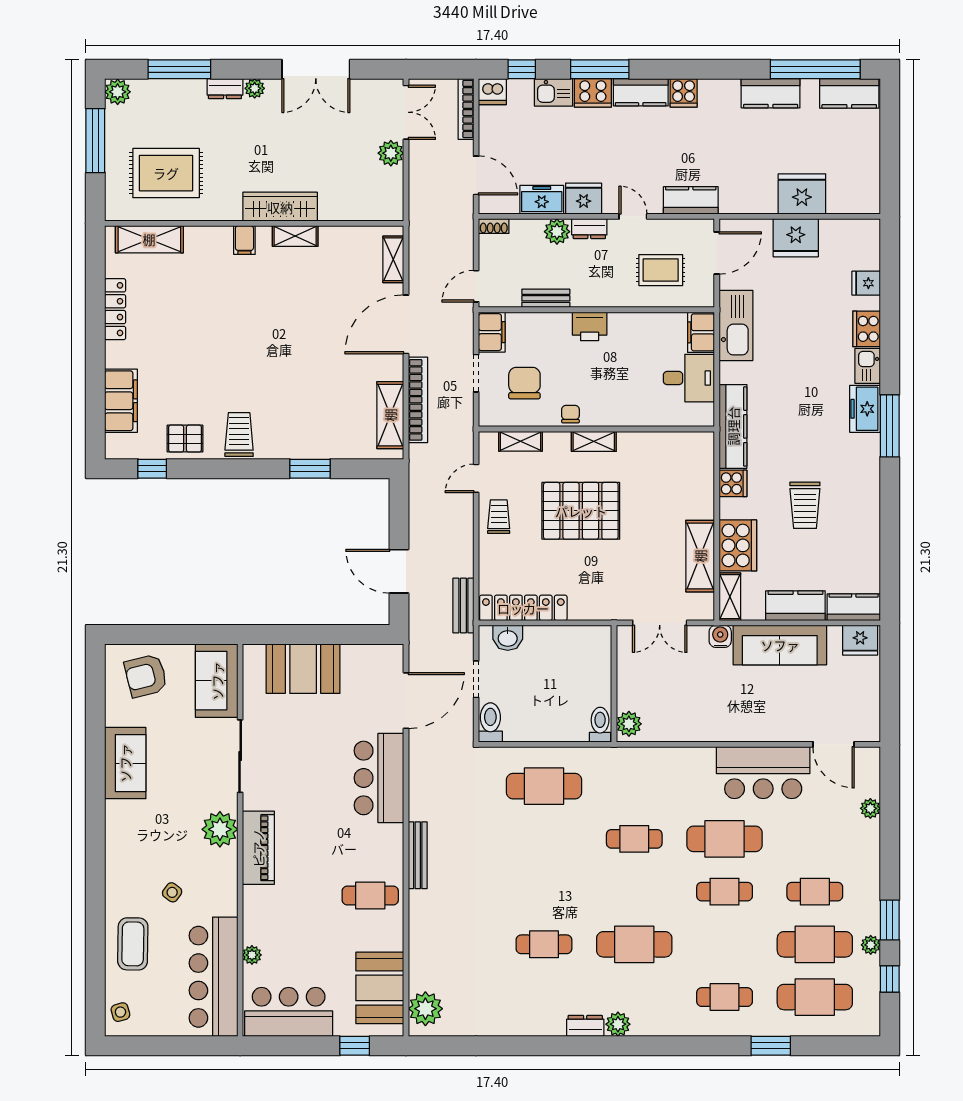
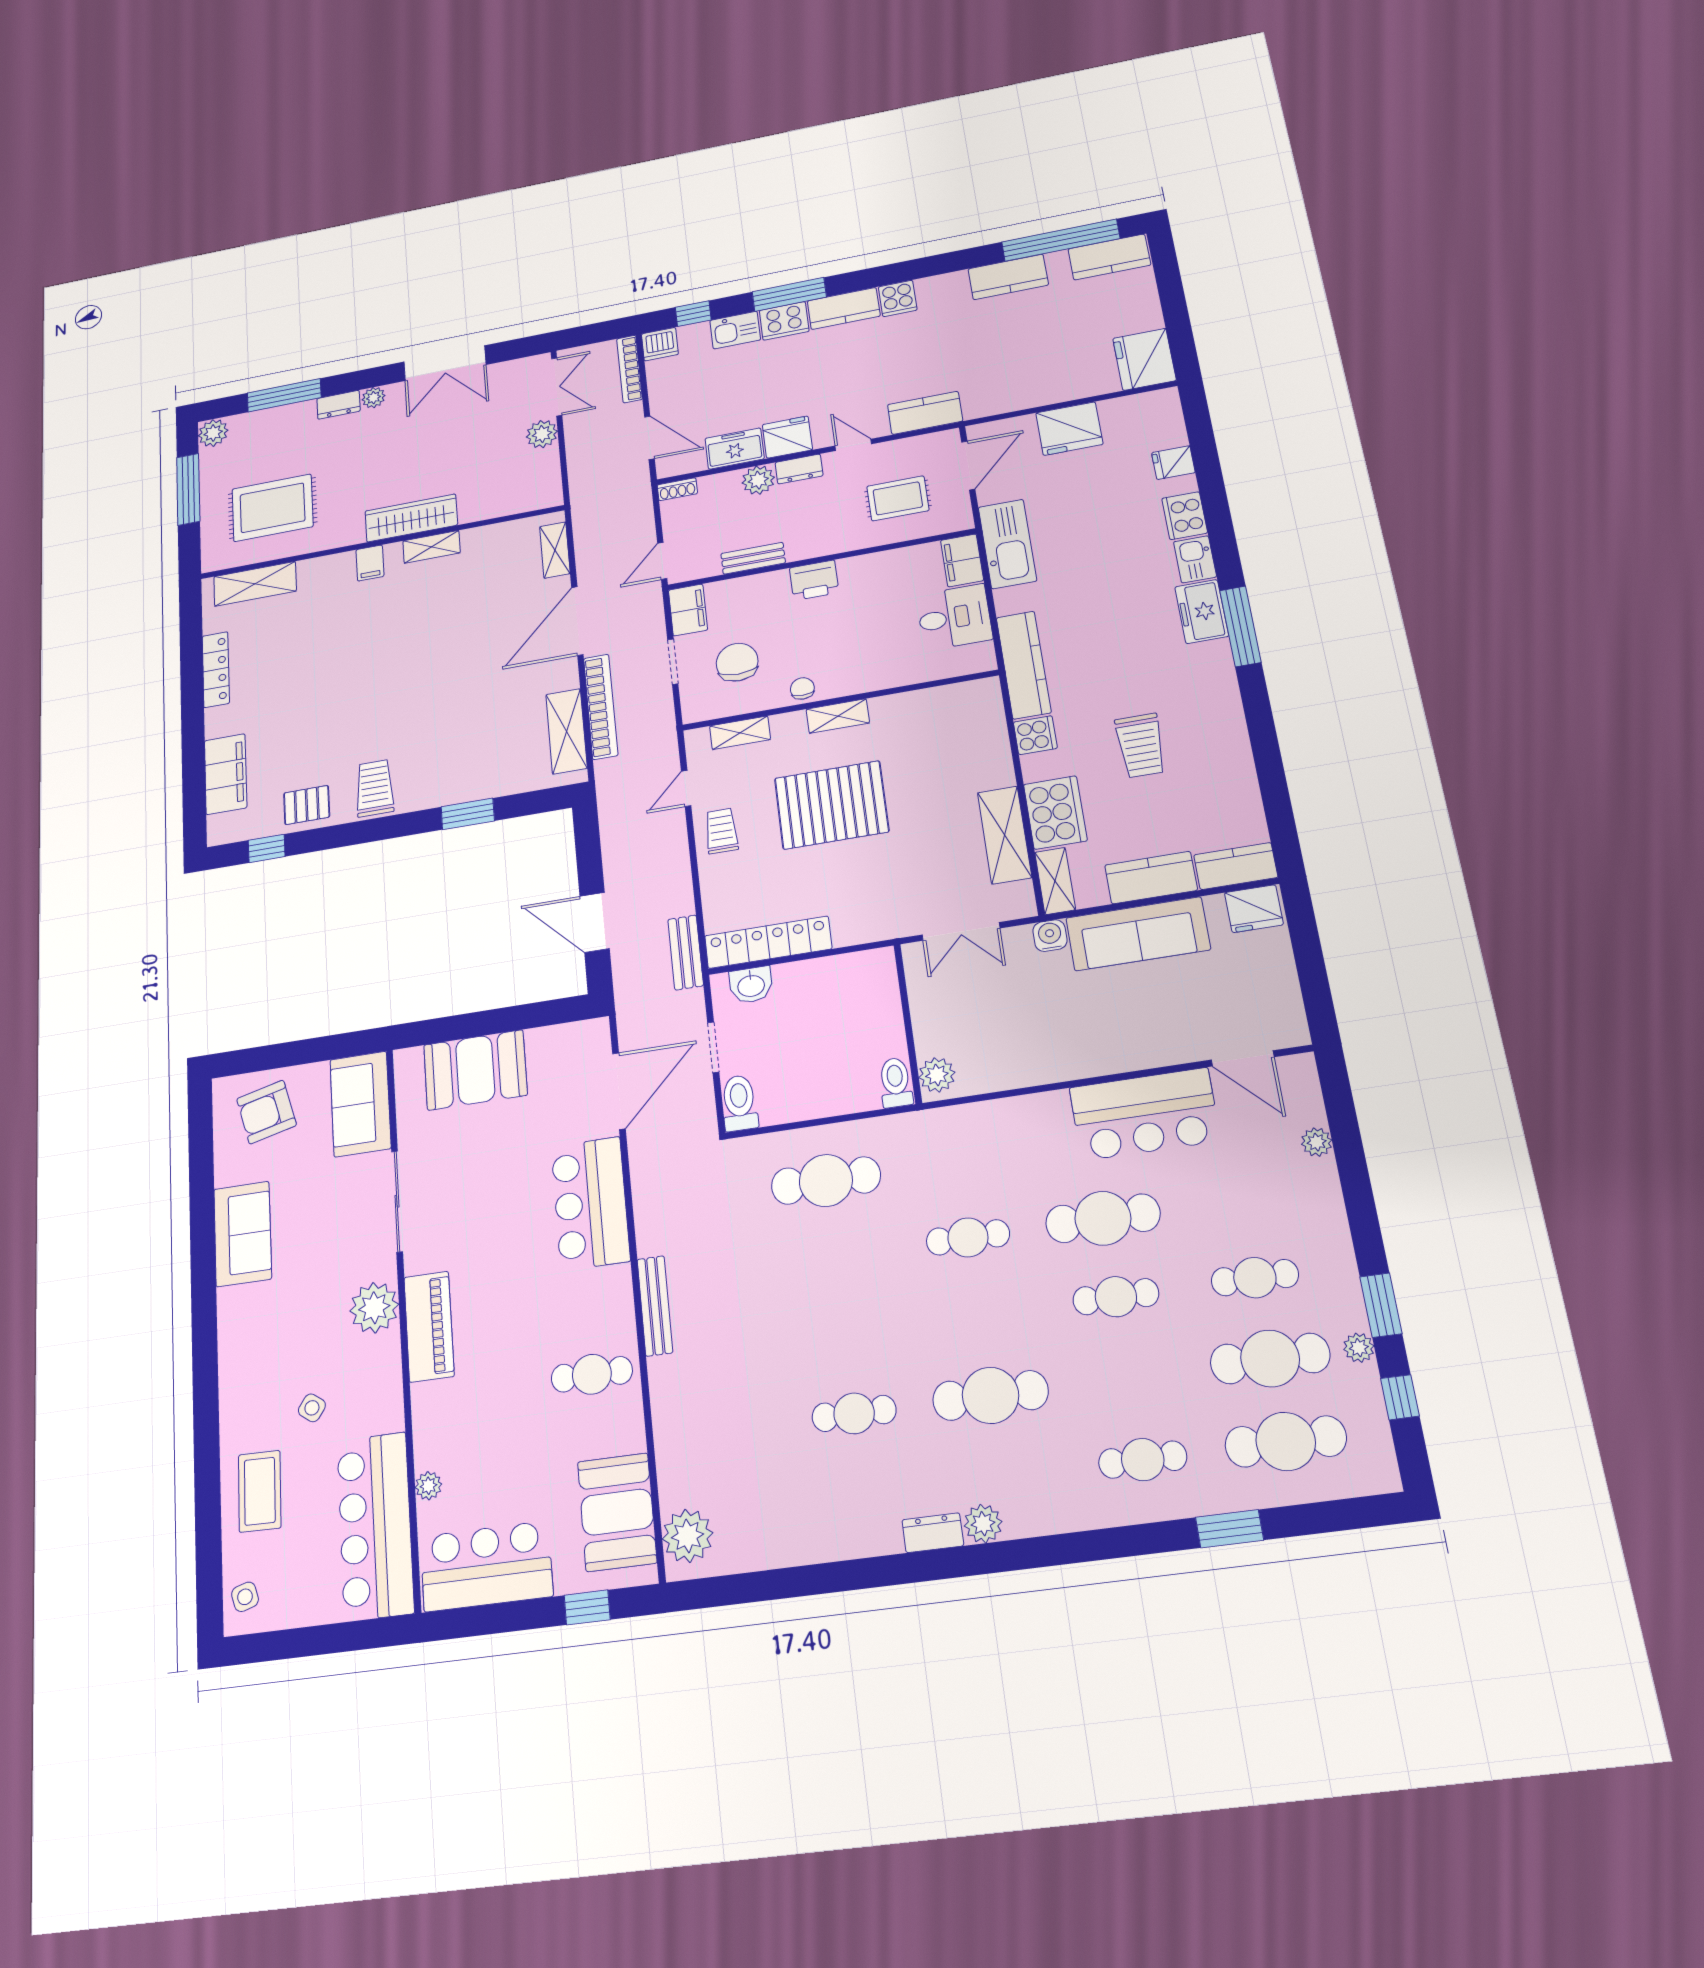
fridge: (802, 194) -> (1144, 359), moved, turned -90

